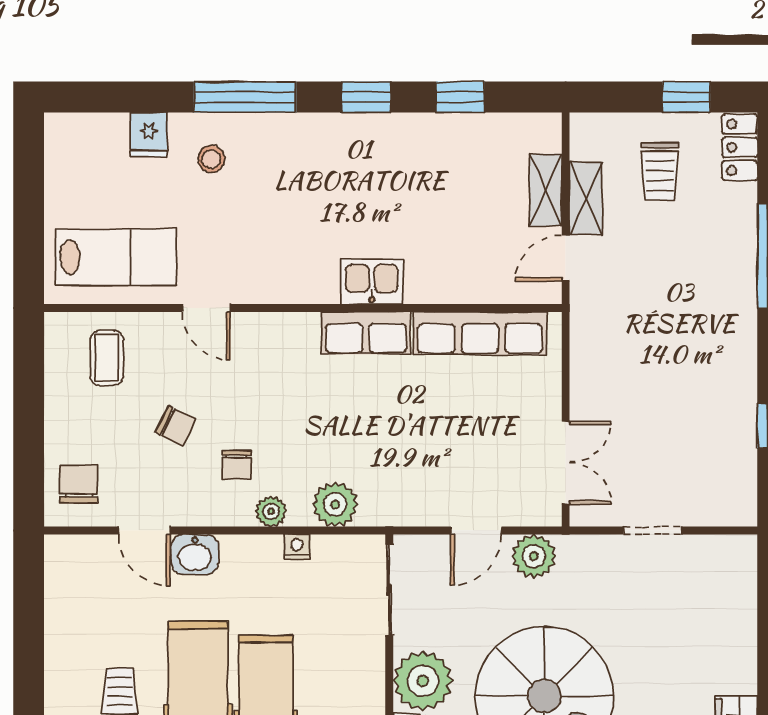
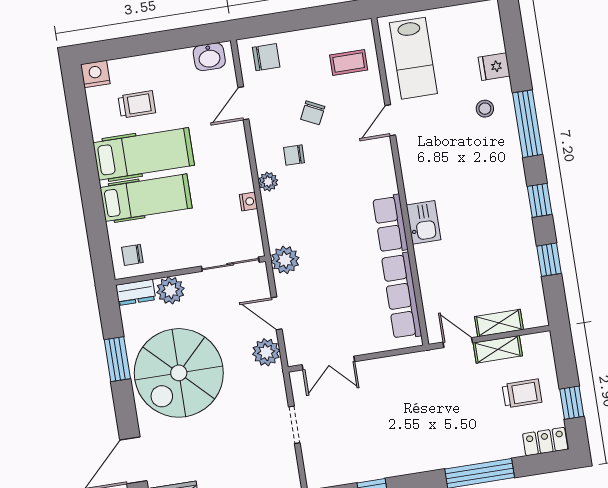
trolley: (660, 171) -> (522, 393), turned 180
plant: (335, 504) -> (285, 260), moved
washbasin: (195, 554) -> (209, 57), moved, turned -90
plant: (423, 681) -> (170, 290), width x0.73, depth x0.73

